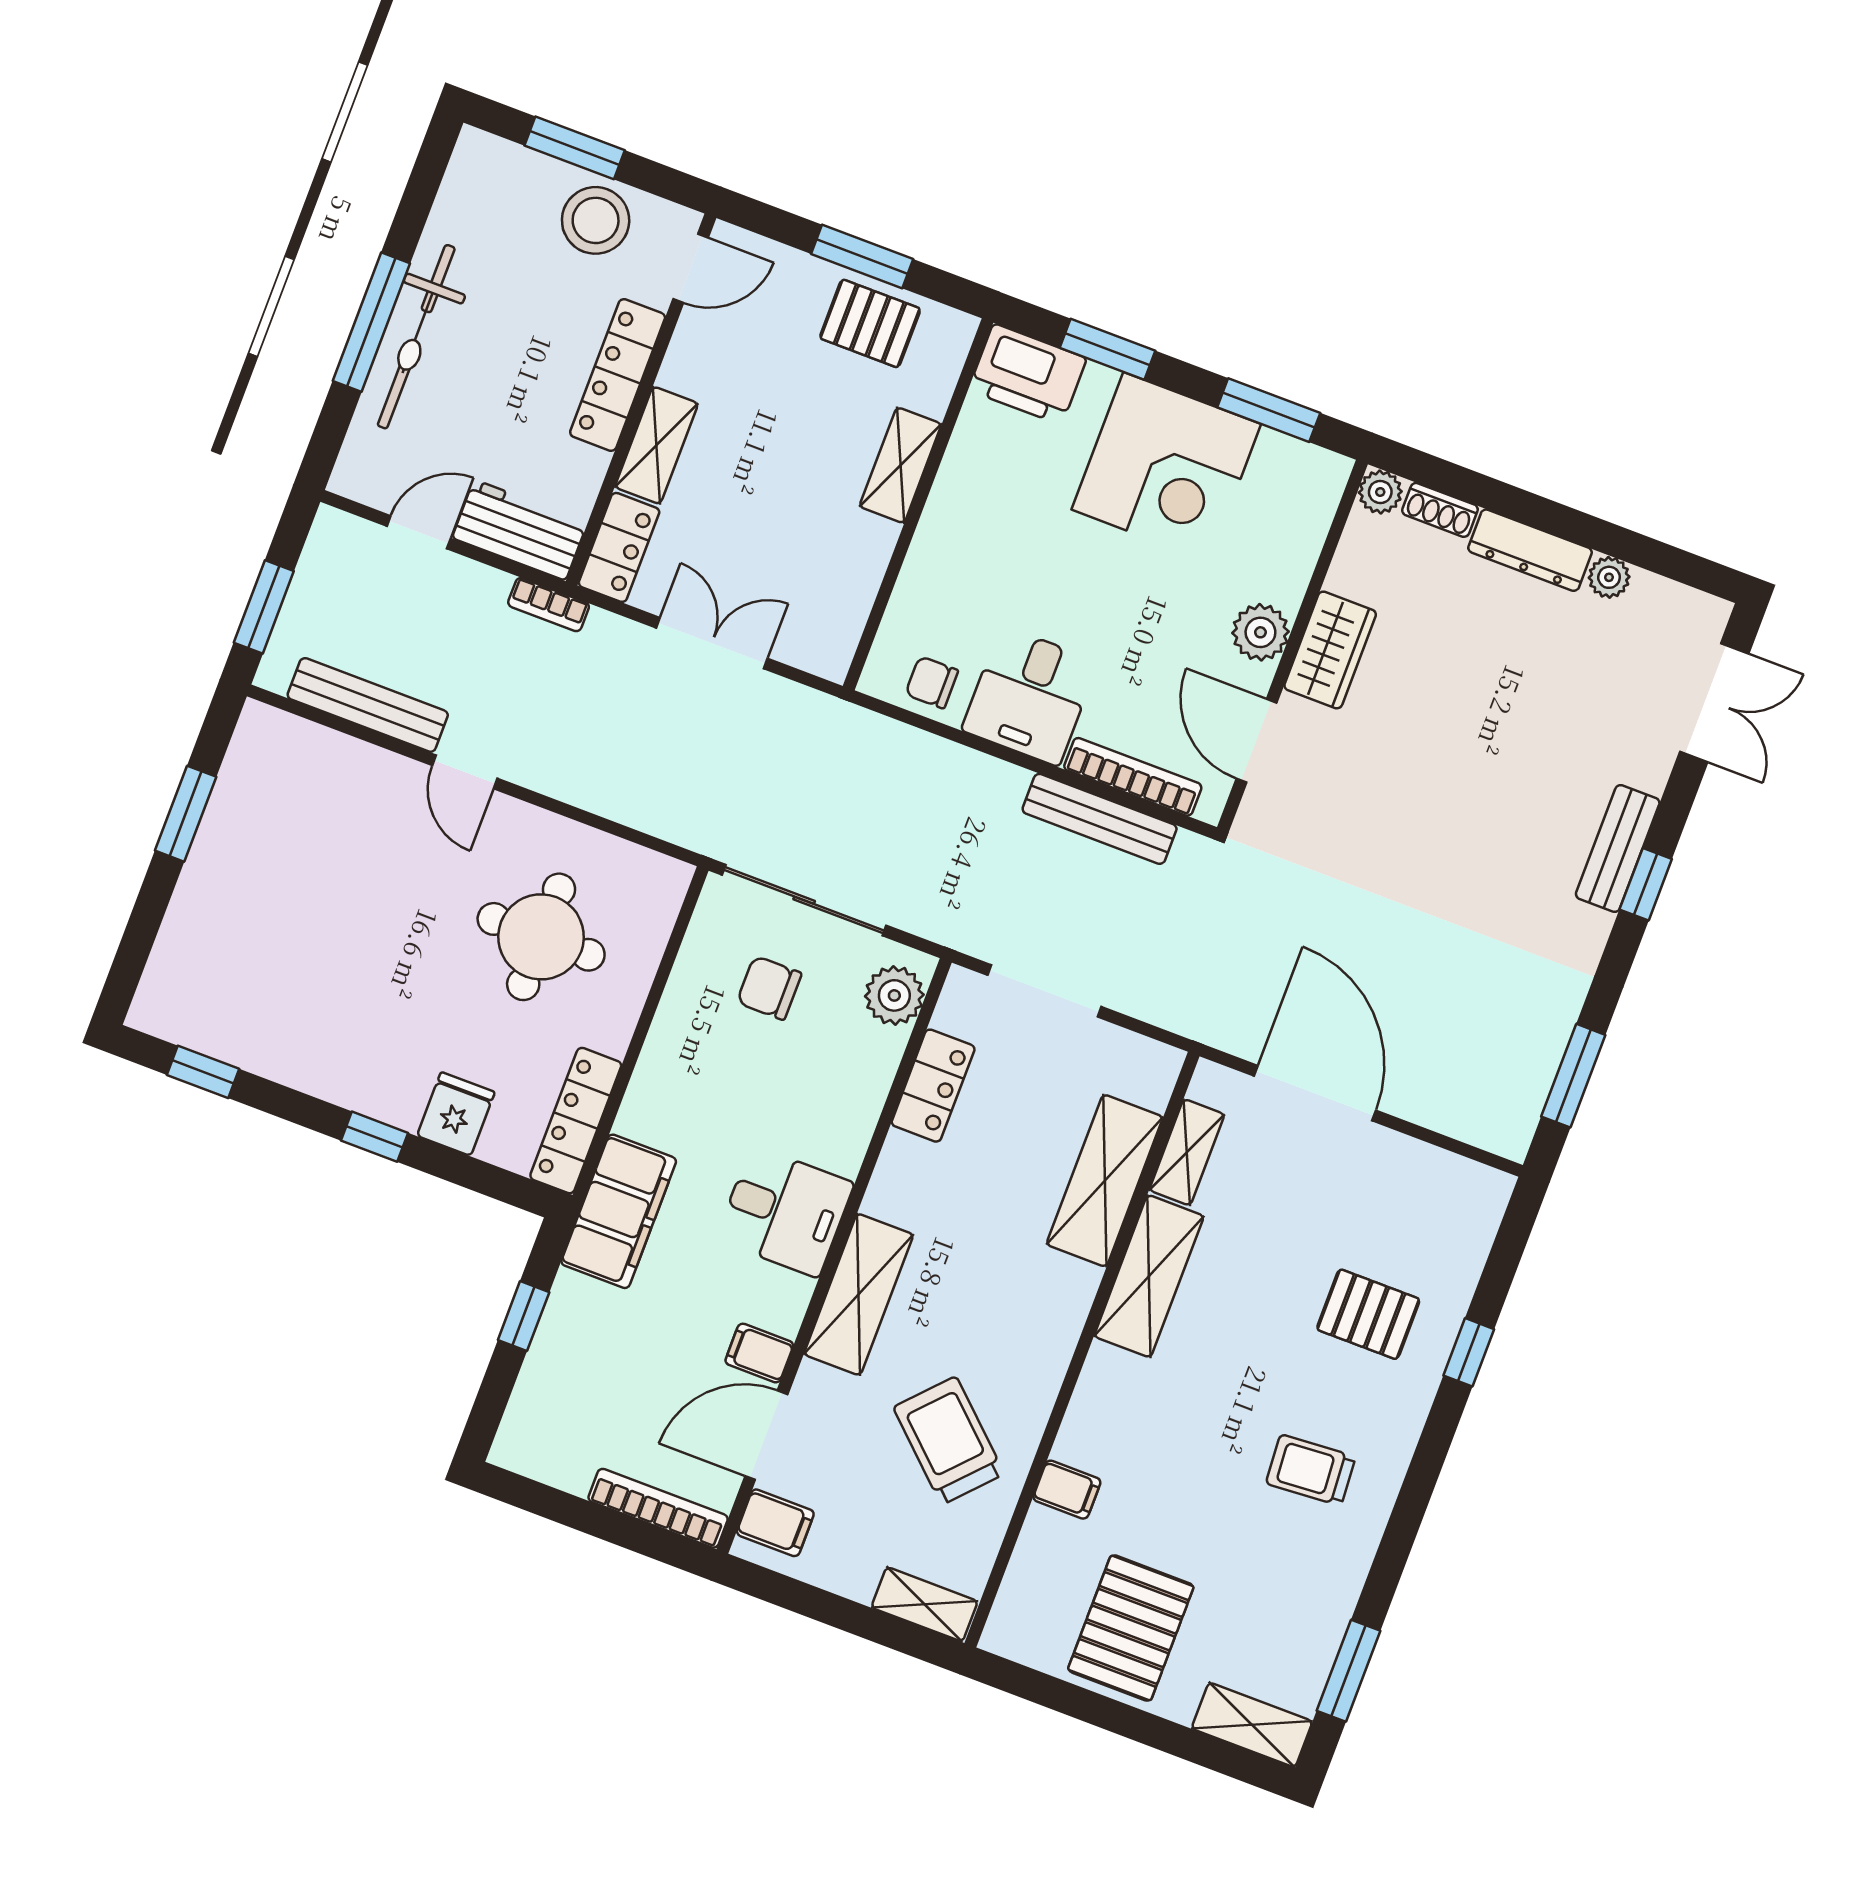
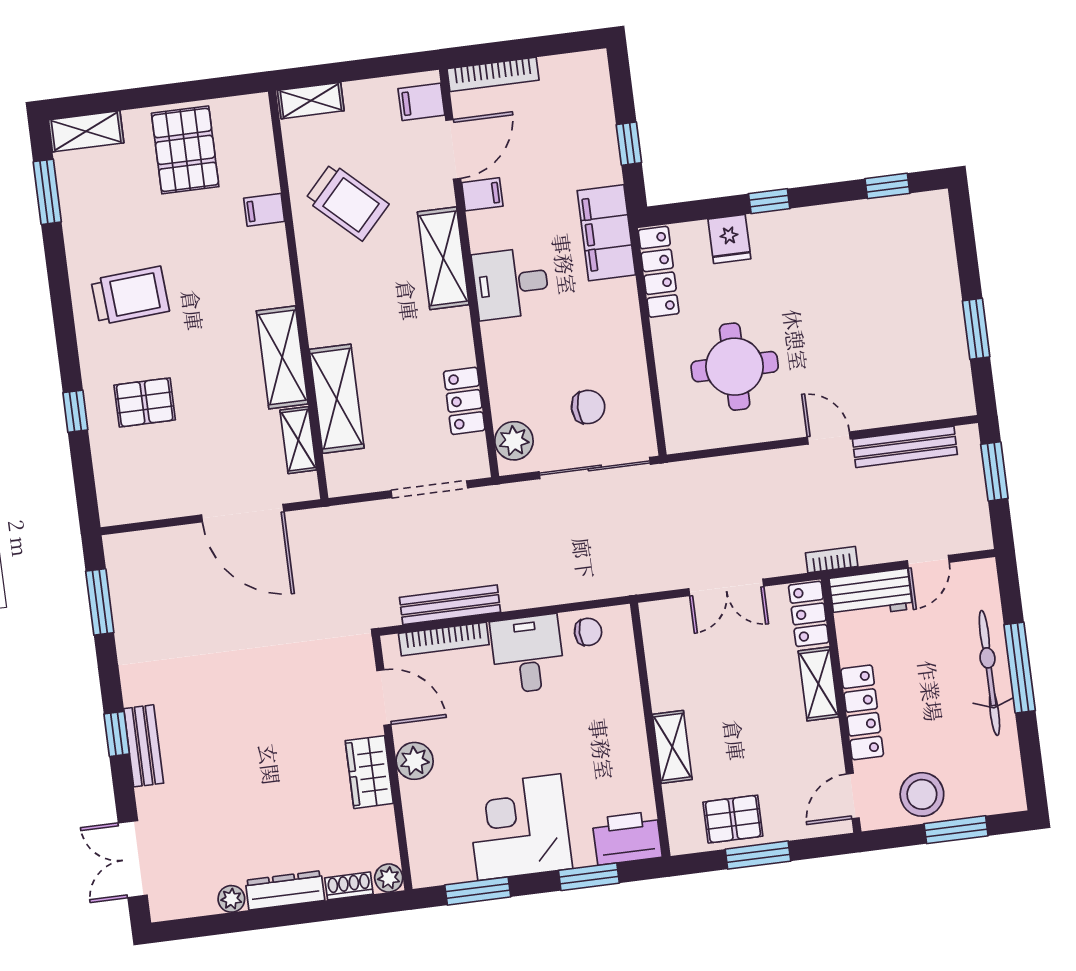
trolley: (1311, 1470) -> (130, 295), width x1.36, depth x1.39

